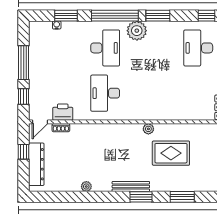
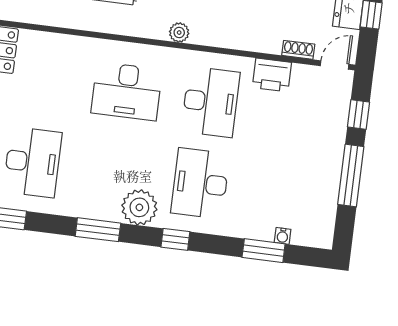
window: (115, 16) -> (175, 239), width x0.32
desk: (152, 93) -> (127, 91), added
printer: (63, 112) -> (272, 75), moved
plant: (148, 129) -> (179, 33), moved

